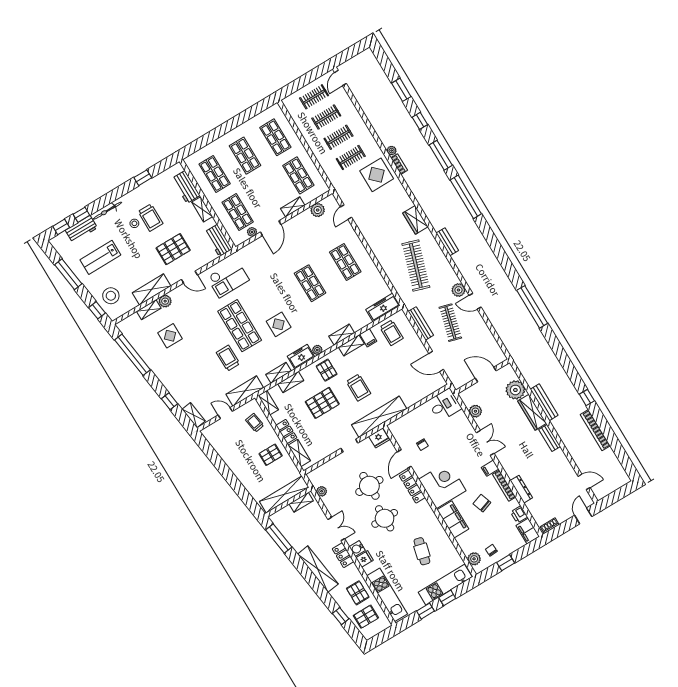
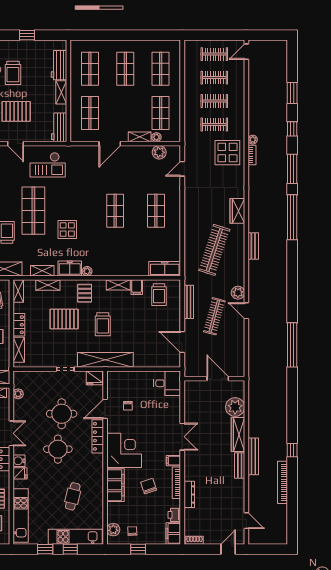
plant: (252, 232) -> (156, 137), moved
shelving: (342, 335) -> (116, 271), removed
bench: (544, 402) -> (253, 456), moved
plant: (475, 411) -> (190, 405), removed

